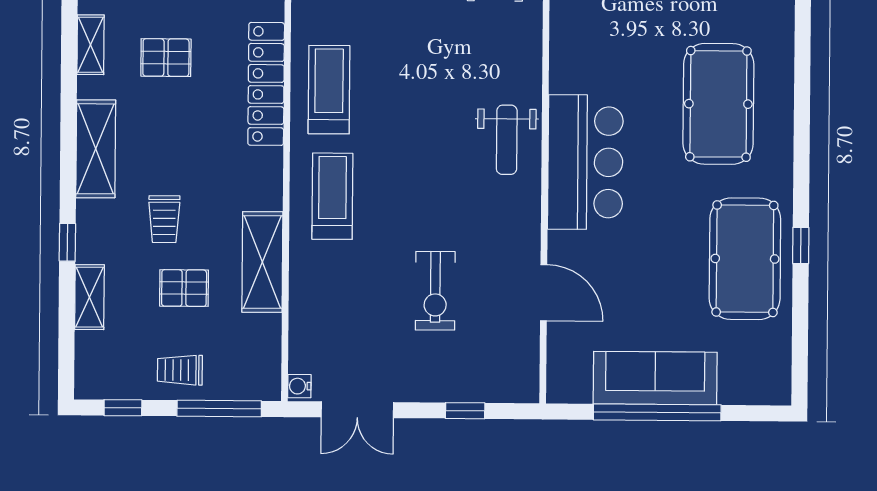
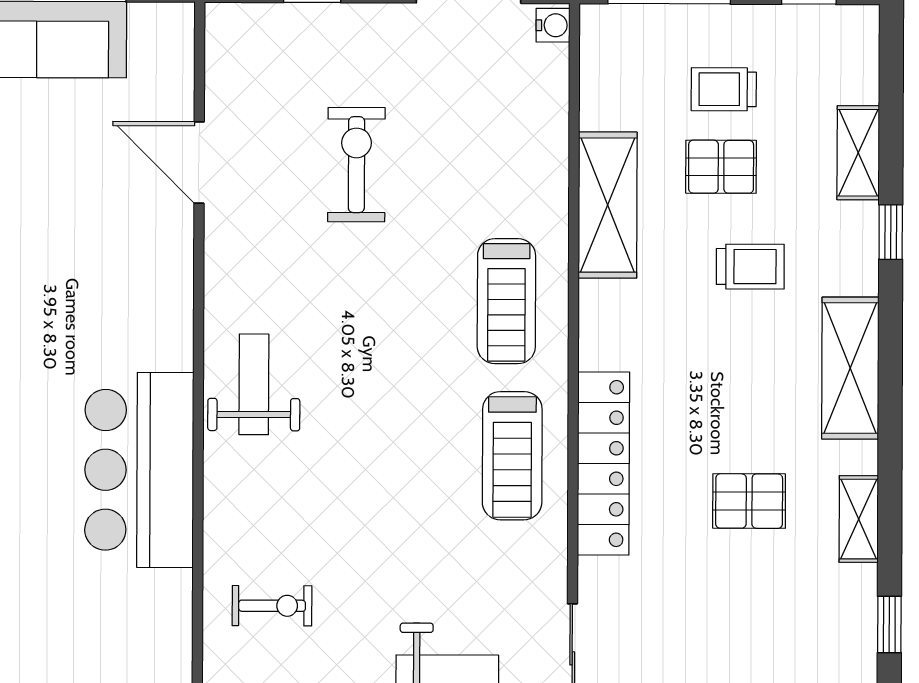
bar counter: (585, 162) -> (139, 470), moved
trolley: (164, 219) -> (750, 267), turned 90
trolley: (180, 370) -> (724, 89), moved, turned 180

